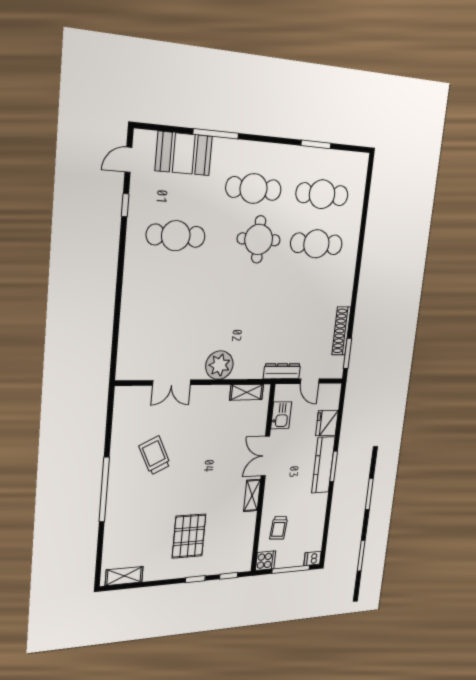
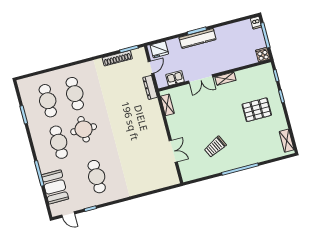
plant: (219, 365) -> (157, 127), removed
fridge: (327, 423) -> (159, 49), moved
trolley: (279, 528) -> (241, 54), removed

